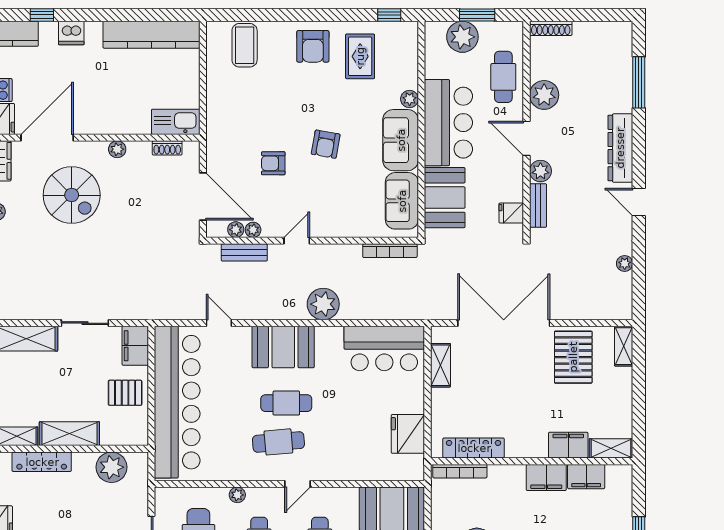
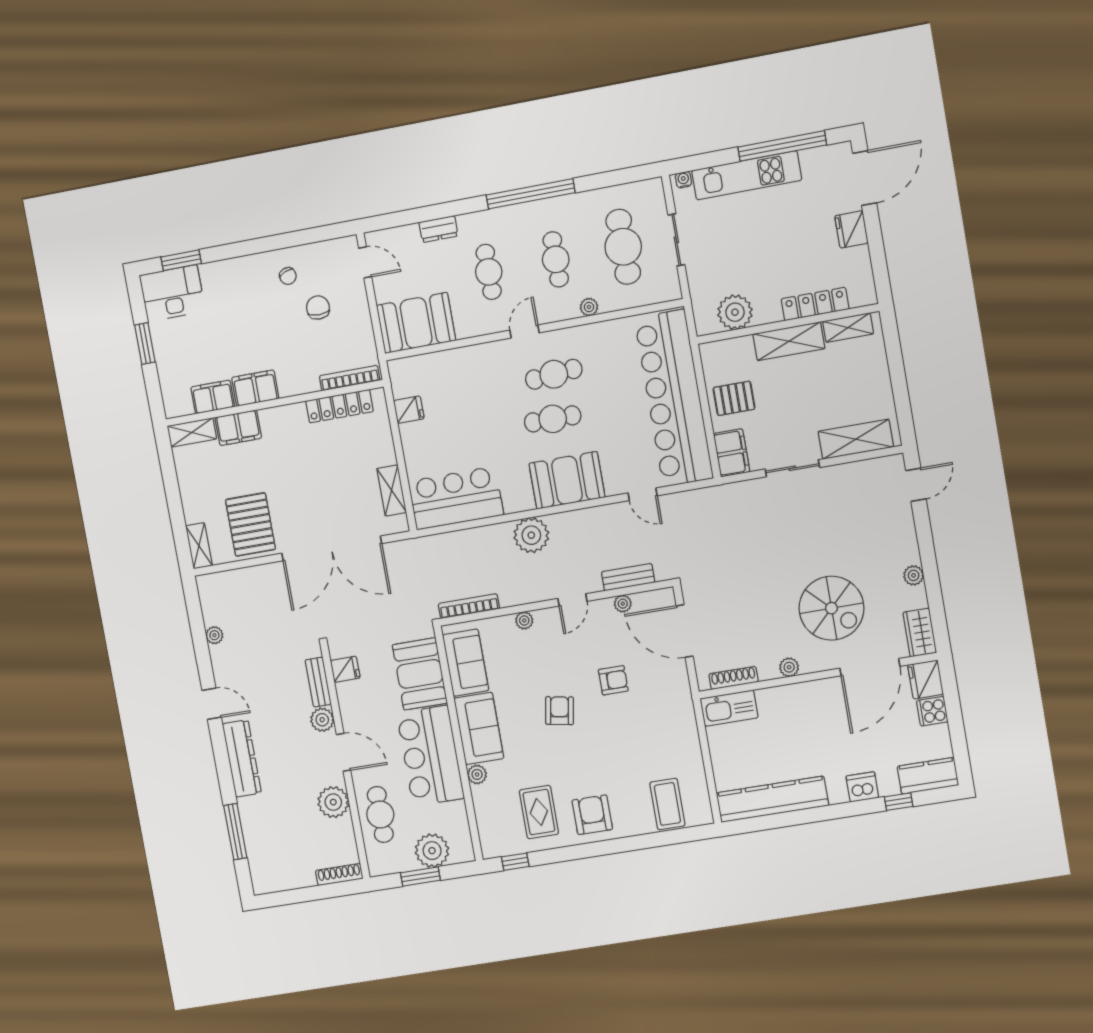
shoe rack: (167, 148) -> (734, 678), width x1.43
spiral stairs: (72, 195) -> (831, 608), turned 180
plant: (236, 230) -> (524, 621), moved
fridge: (408, 434) -> (409, 410), width x0.53, depth x0.75

